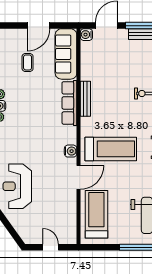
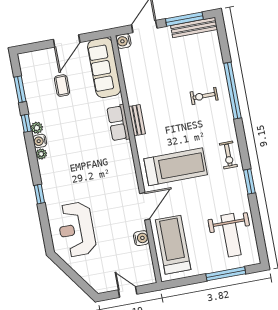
bench: (85, 99) -> (137, 120), width x0.73
row of seats: (69, 103) -> (118, 123), width x0.68
water cooler: (71, 151) -> (141, 238), moved

